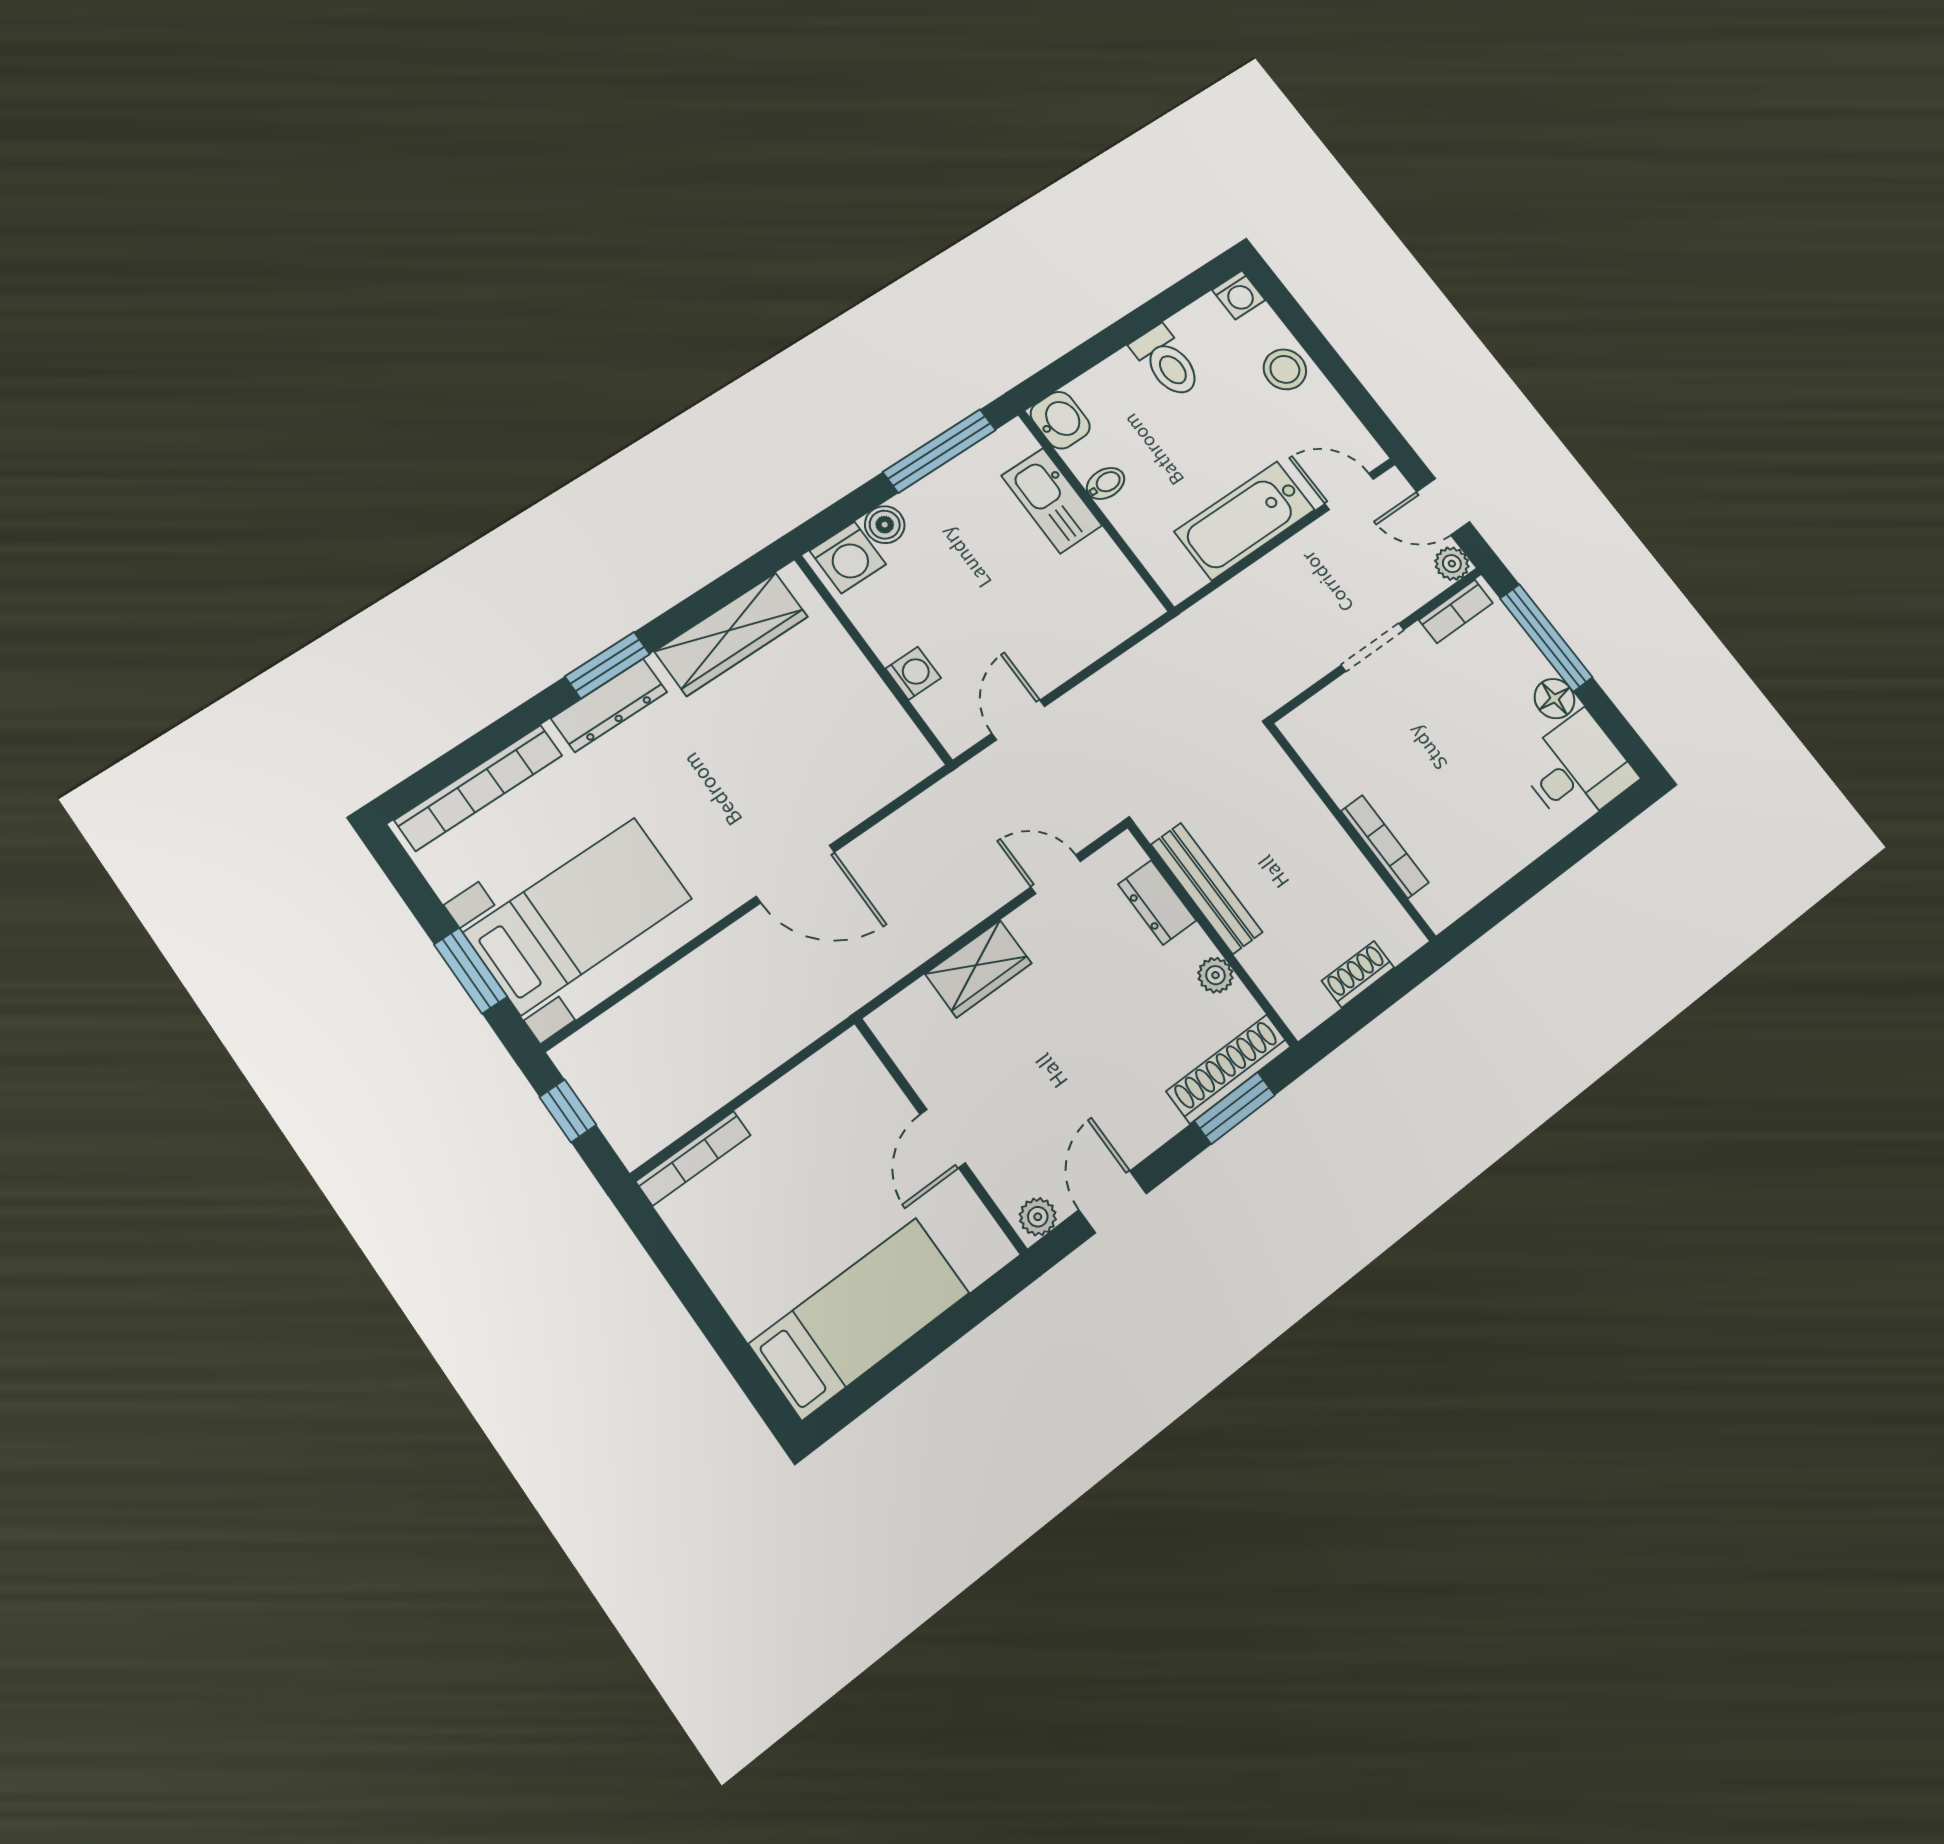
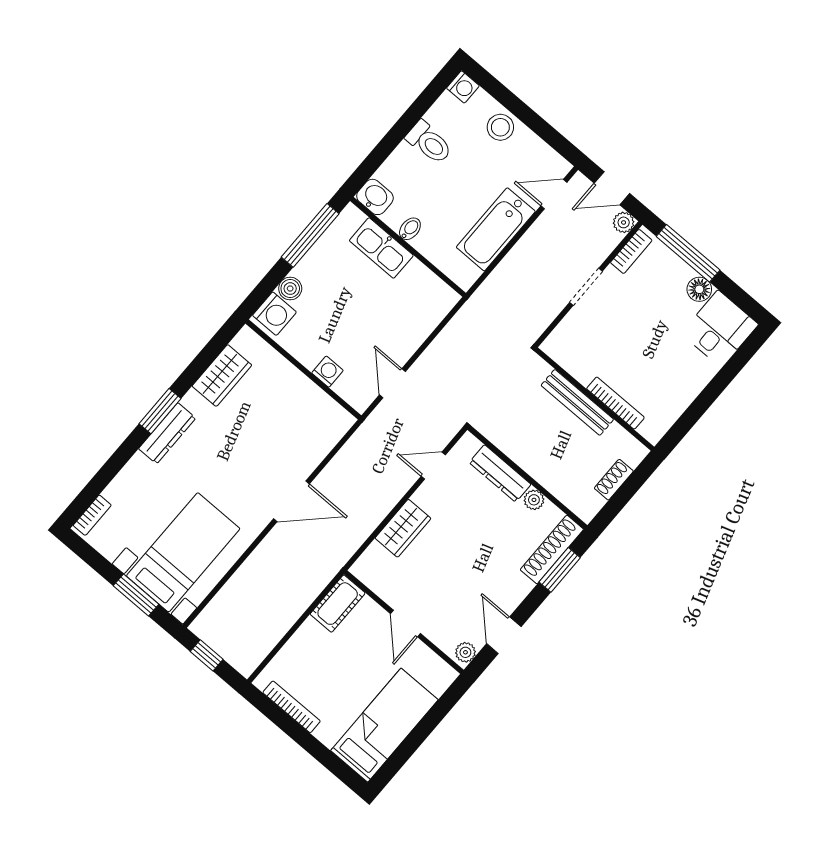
wardrobe: (731, 634) -> (222, 376), width x0.67
bookcase: (479, 788) -> (92, 515), width x0.43, depth x0.76
bench: (1207, 888) -> (577, 402), moved
dresser: (1157, 902) -> (500, 473), width x1.44
cot: (830, 1074) -> (338, 604), added
bookcase: (693, 1158) -> (292, 707), moved, turned -90

